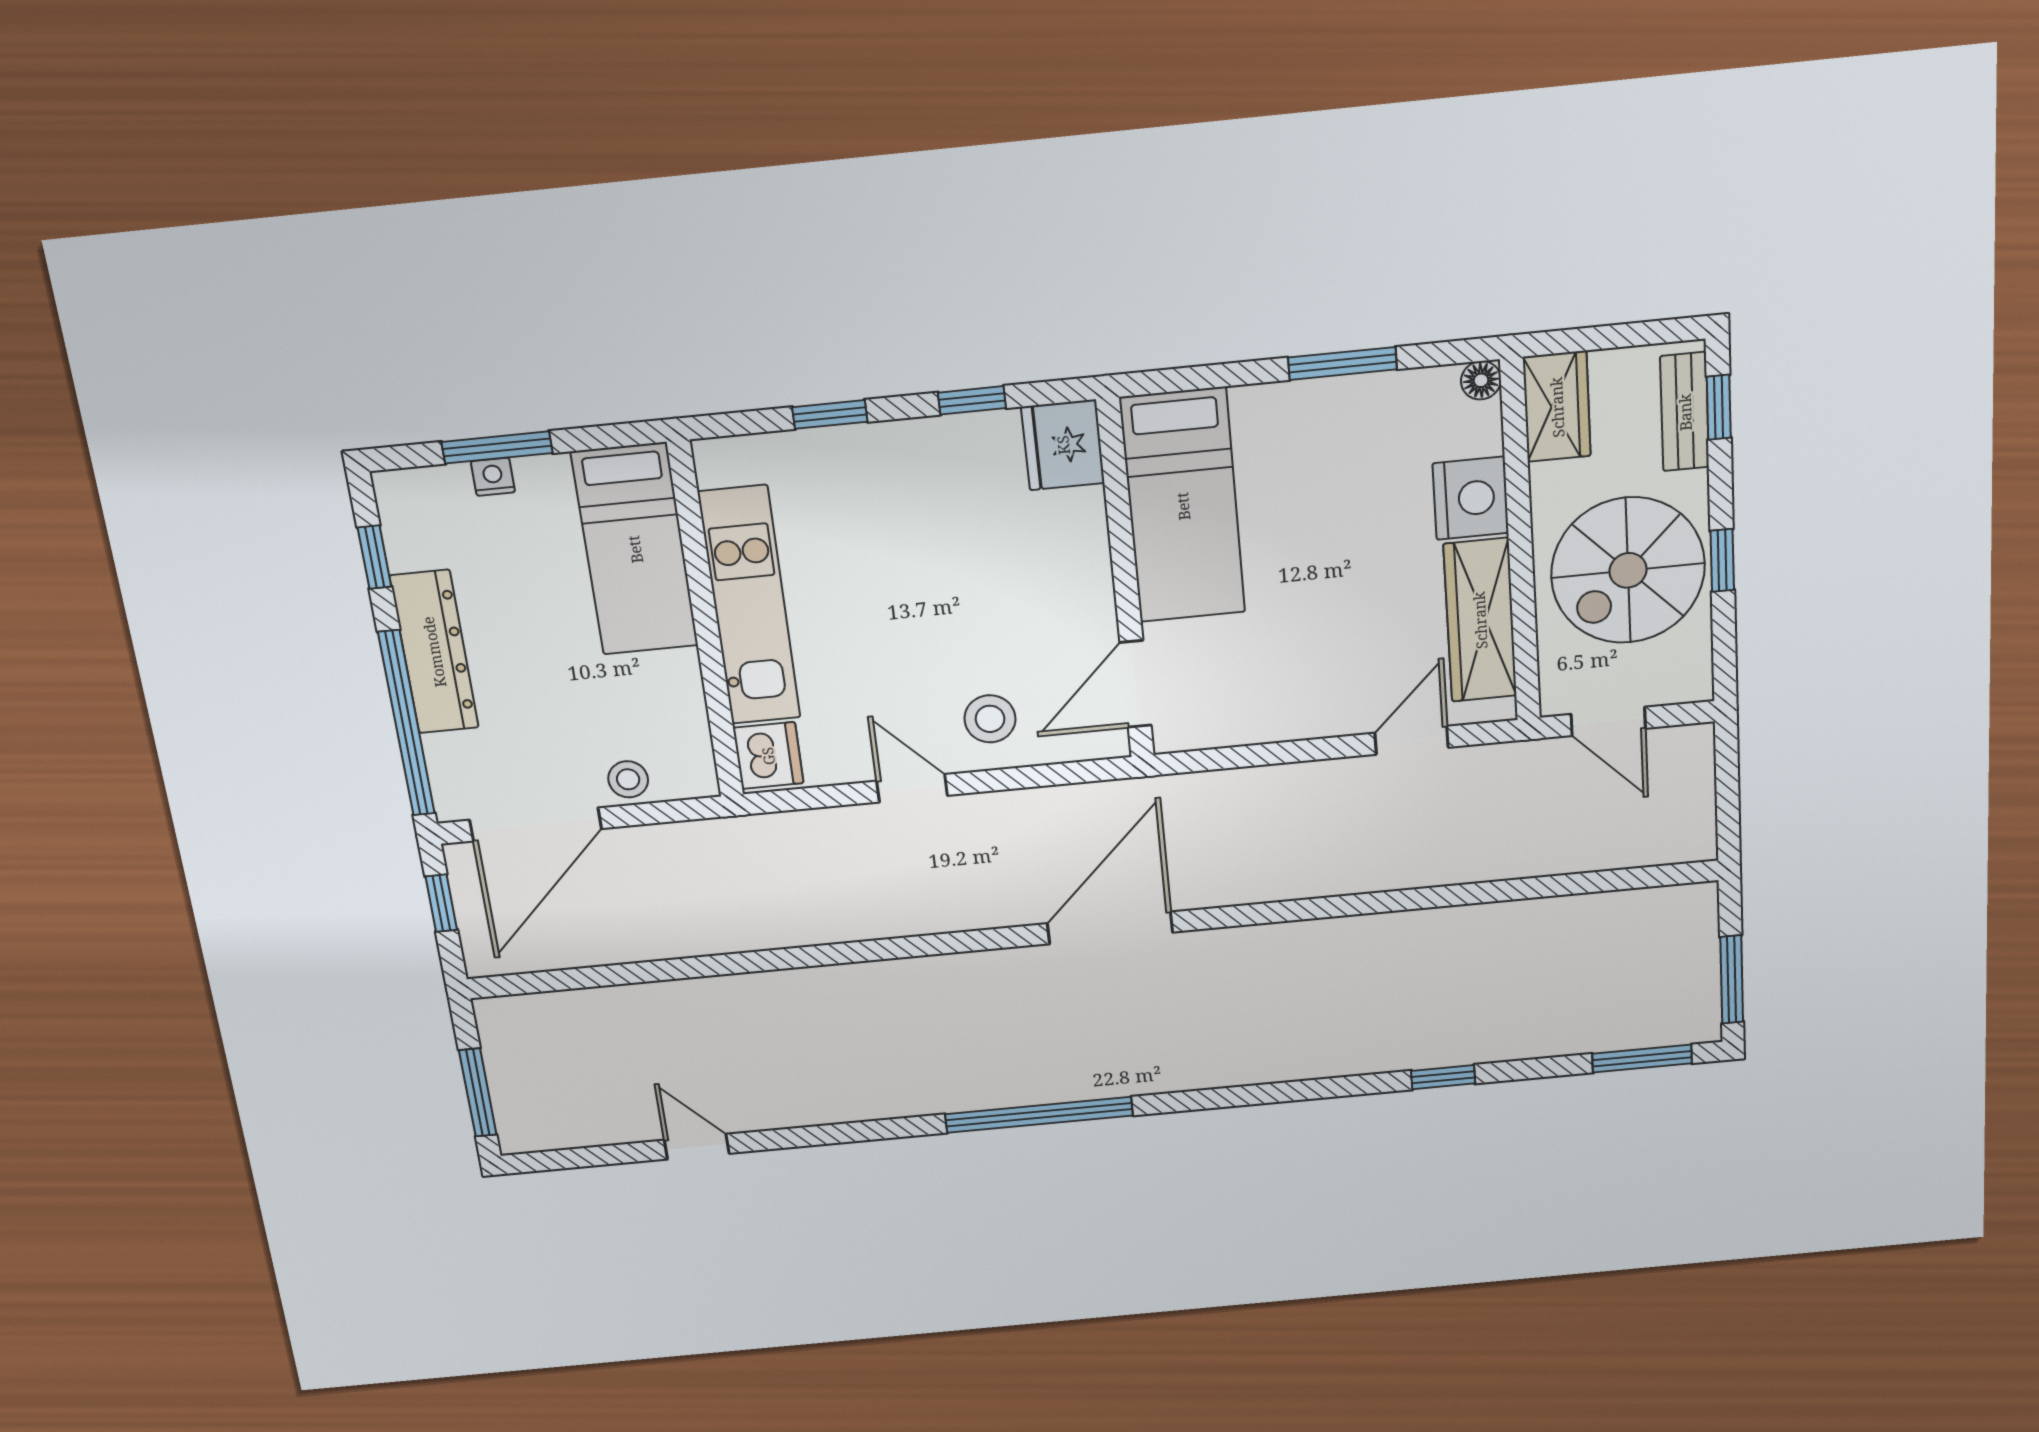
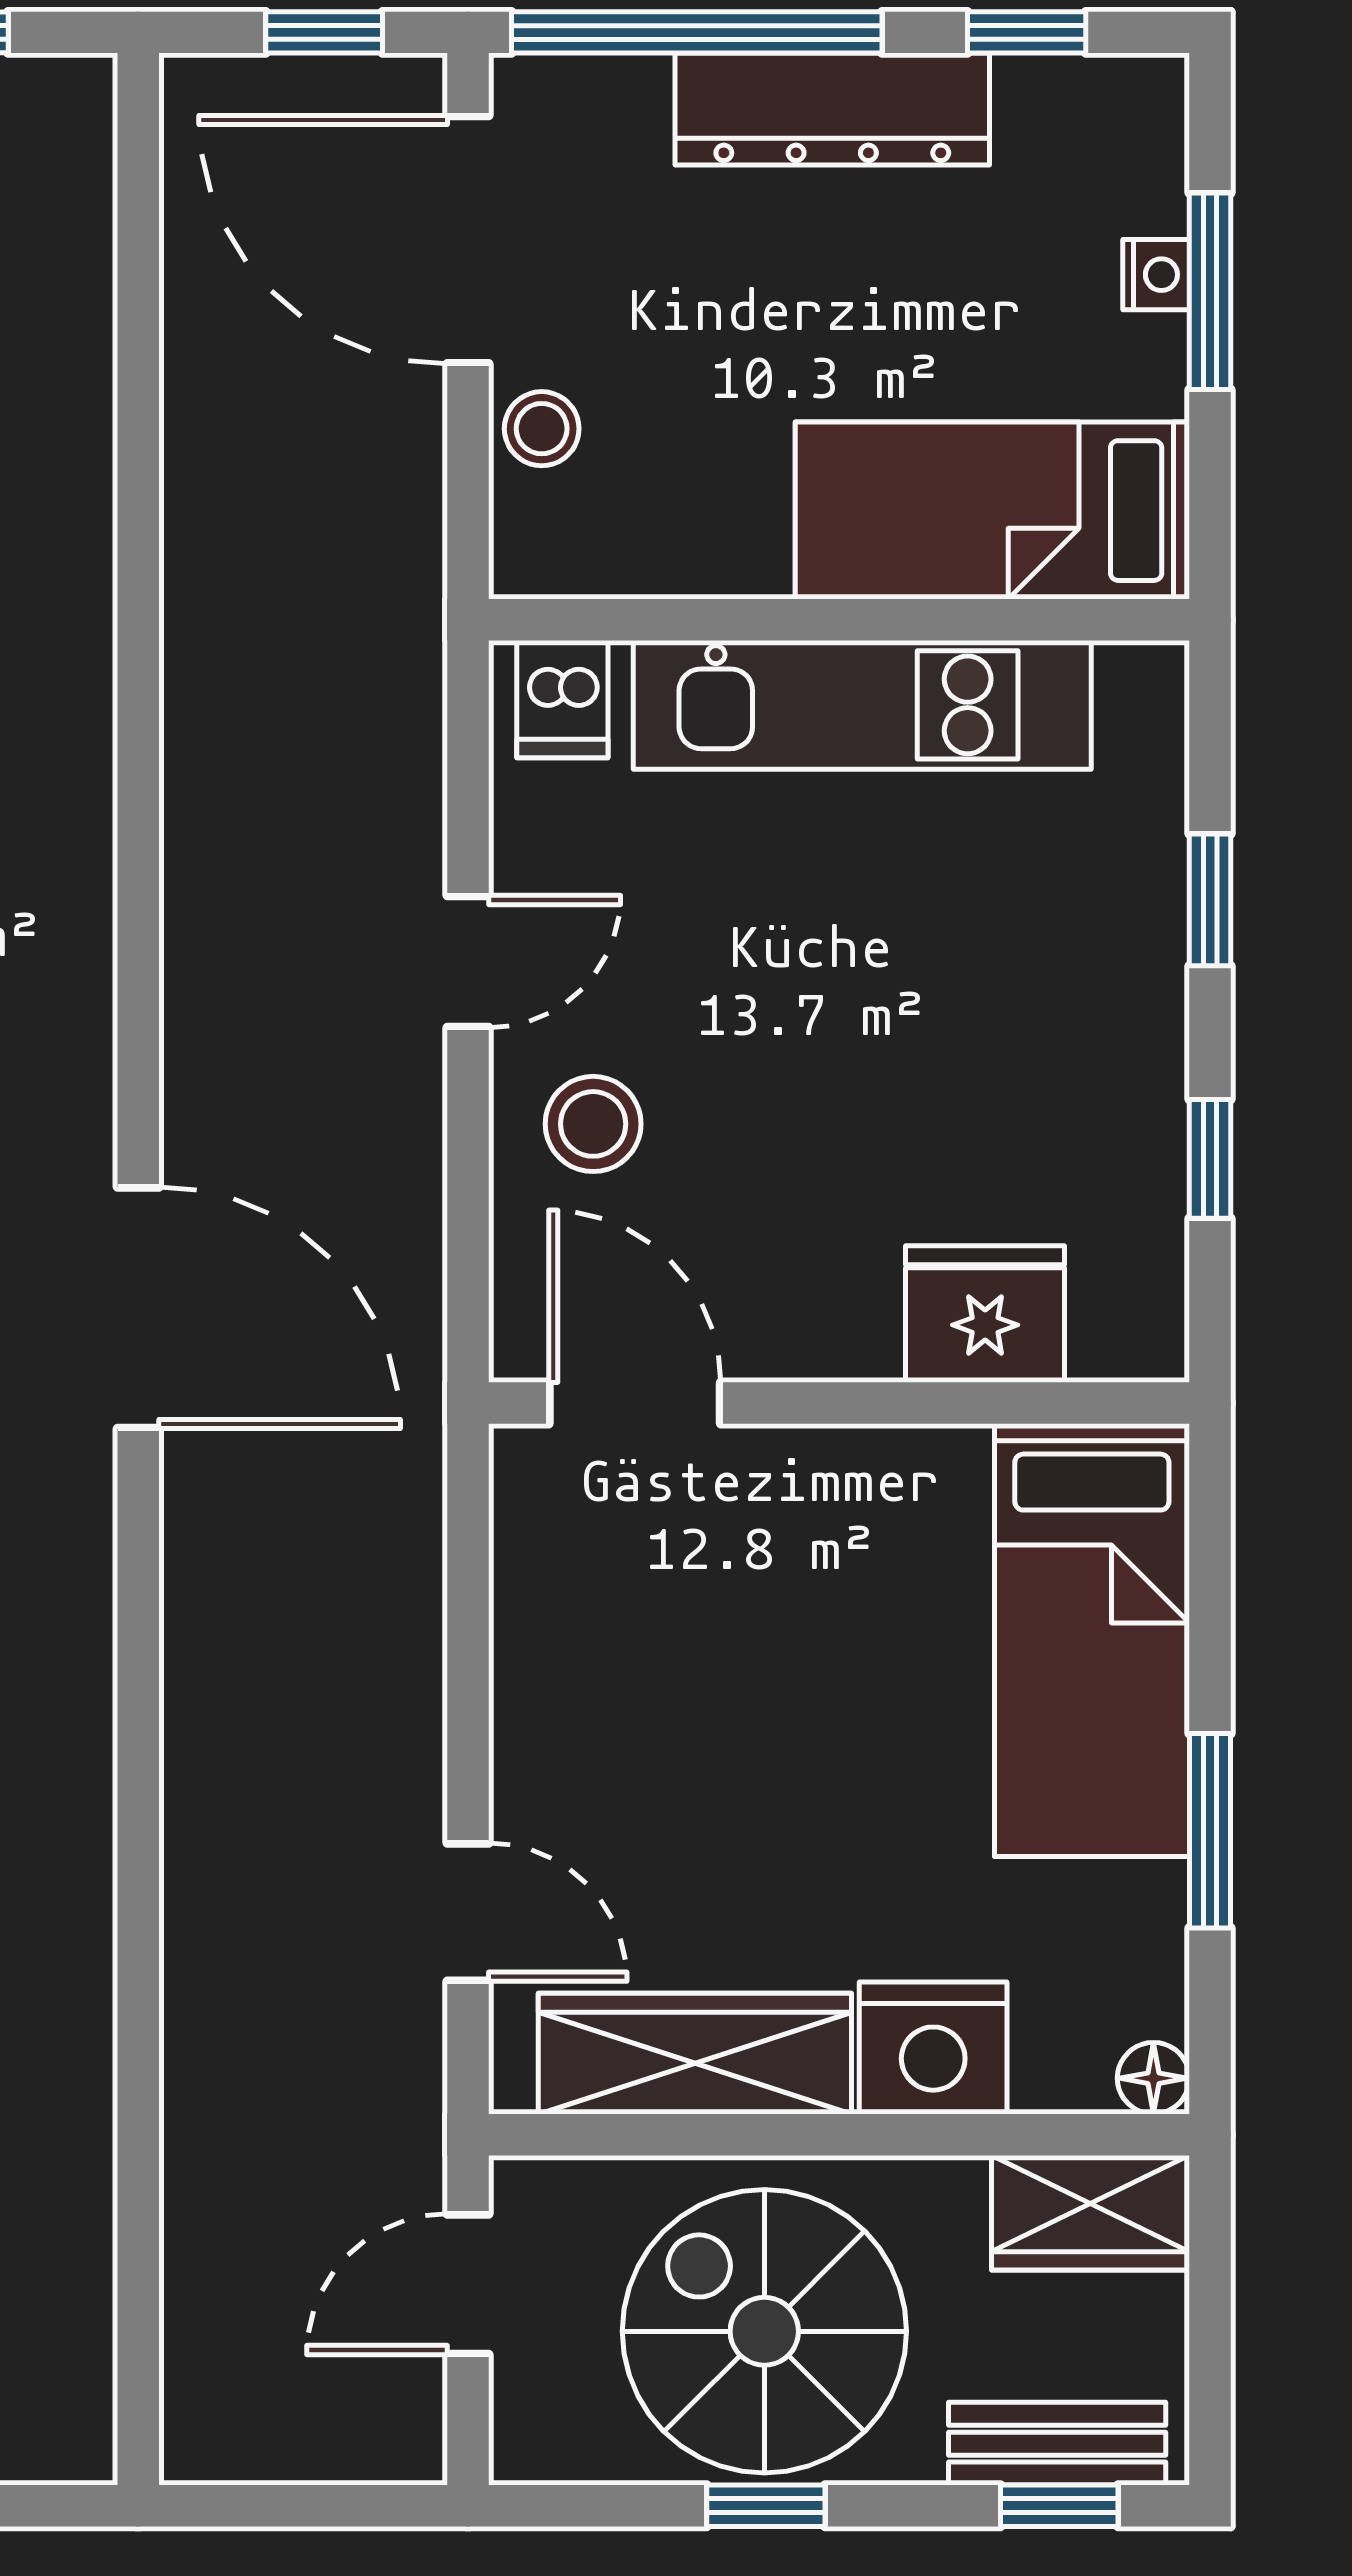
fridge: (1063, 445) -> (985, 1314), moved
bed: (1183, 506) -> (1092, 1640), moved, turned -90
dishwasher: (768, 756) -> (562, 699), width x0.73

